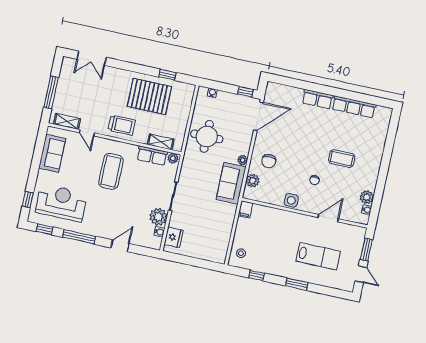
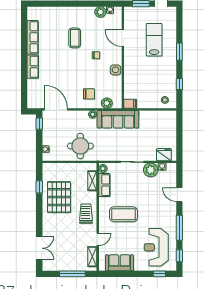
sofa: (231, 183) -> (118, 119), width x1.36

